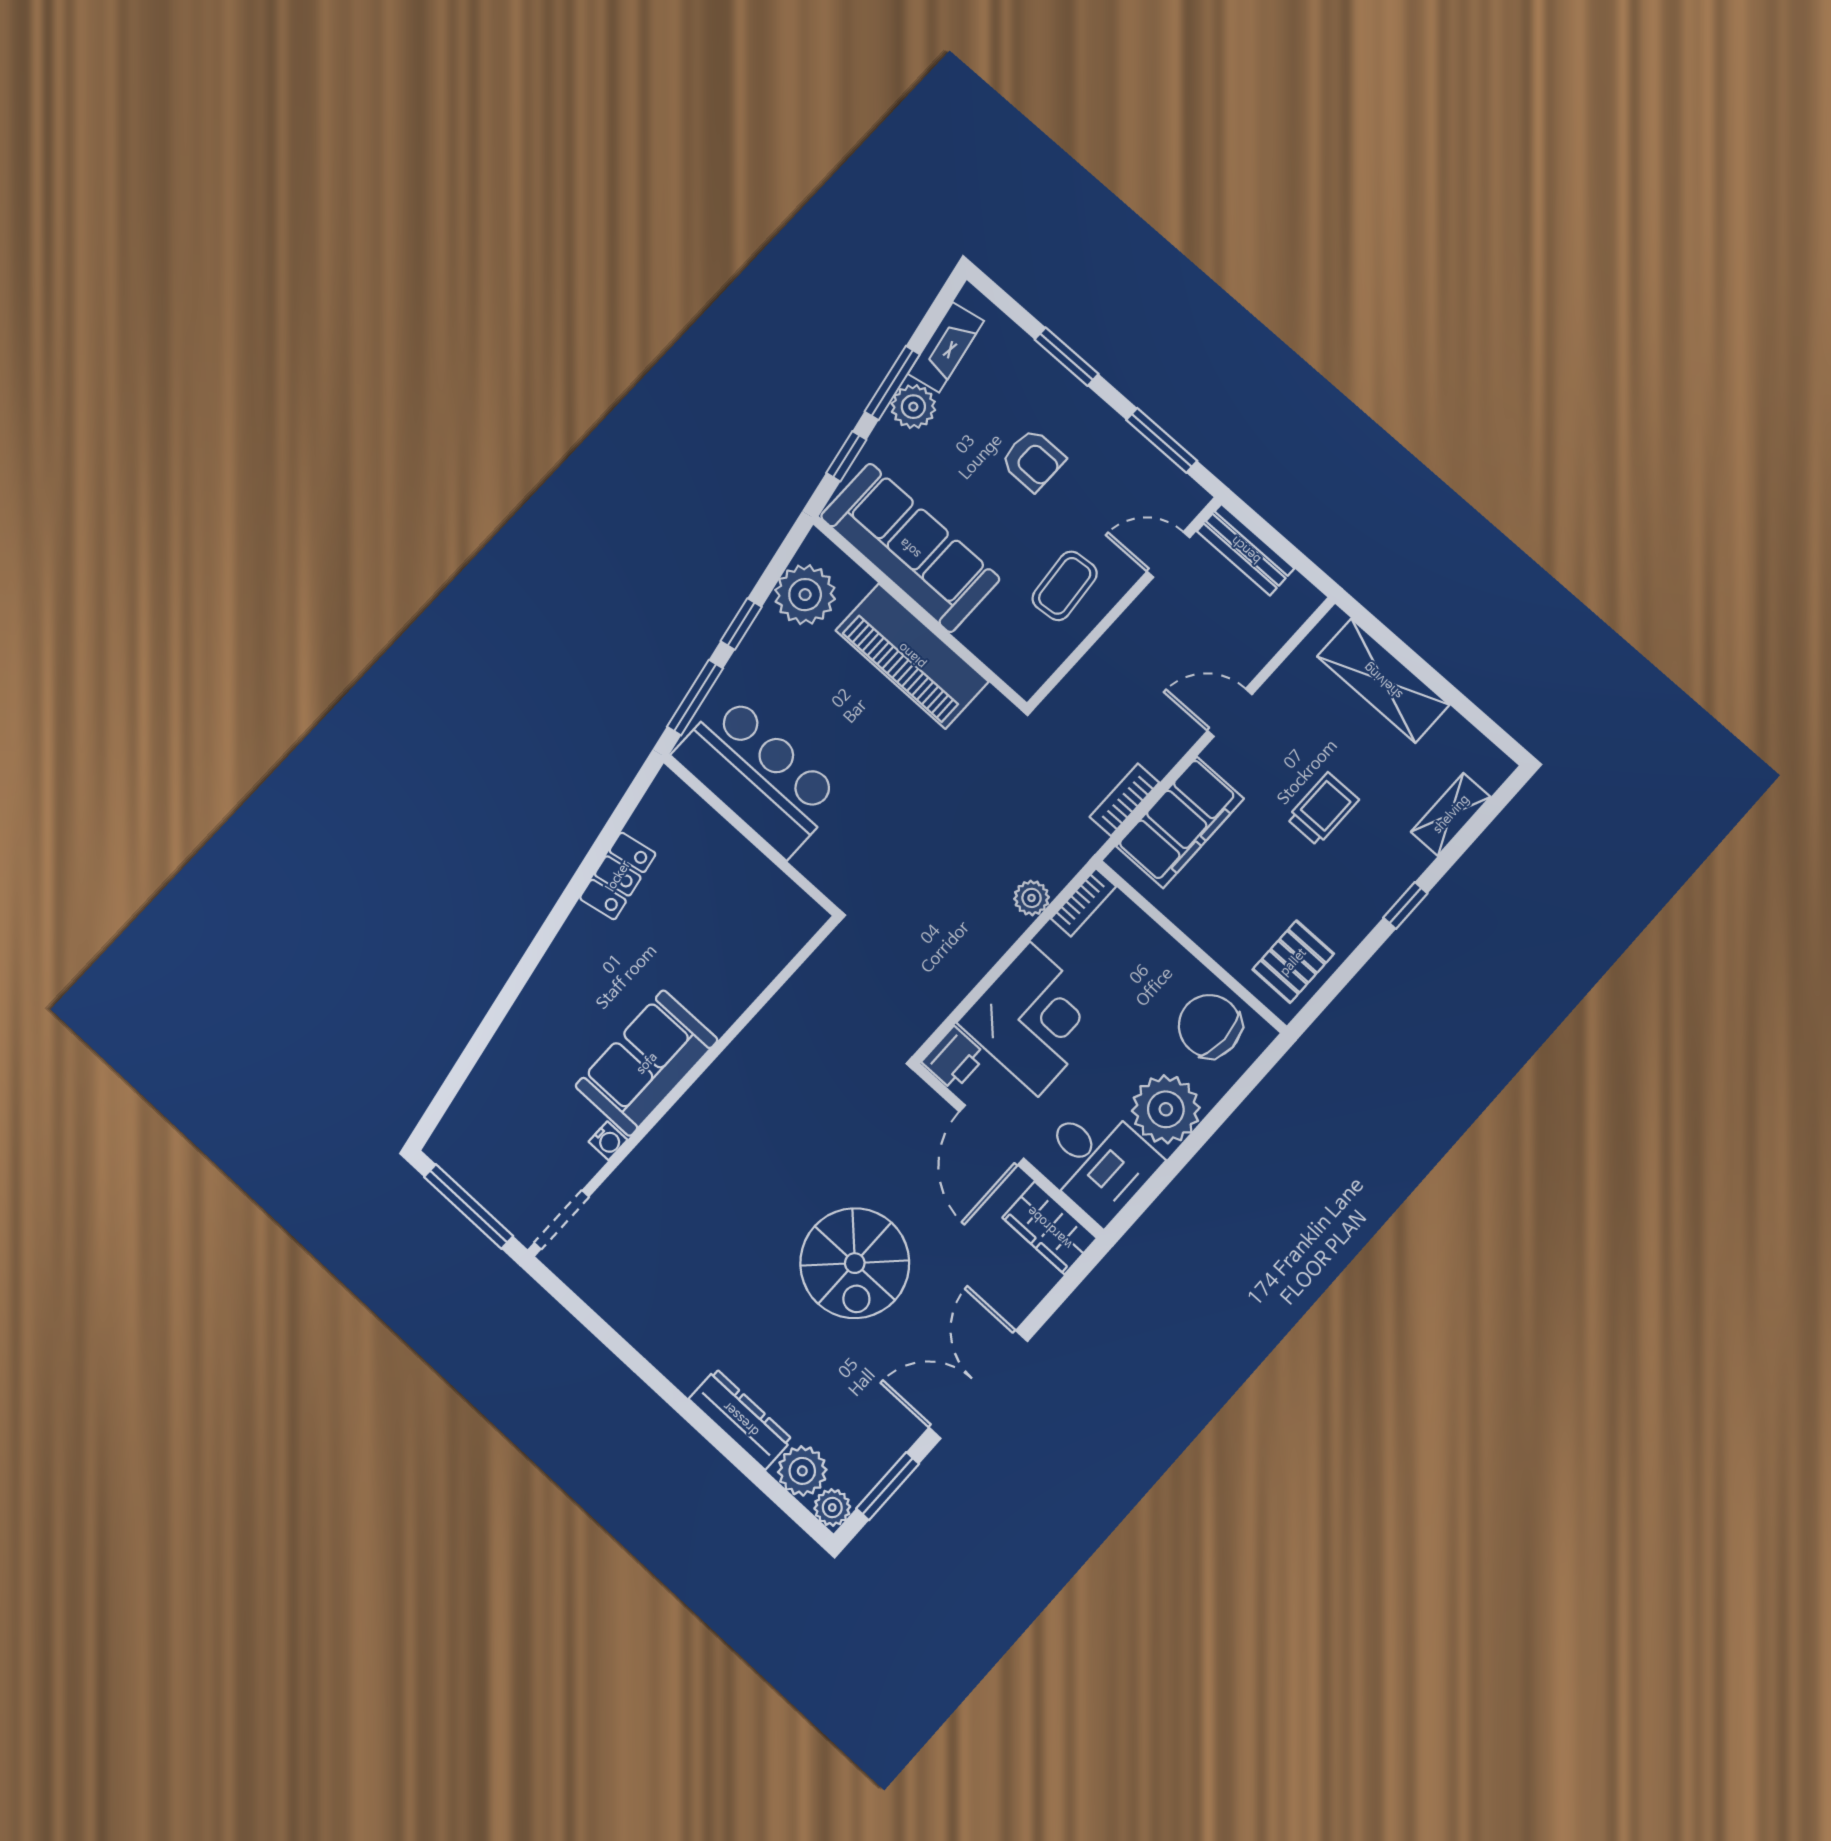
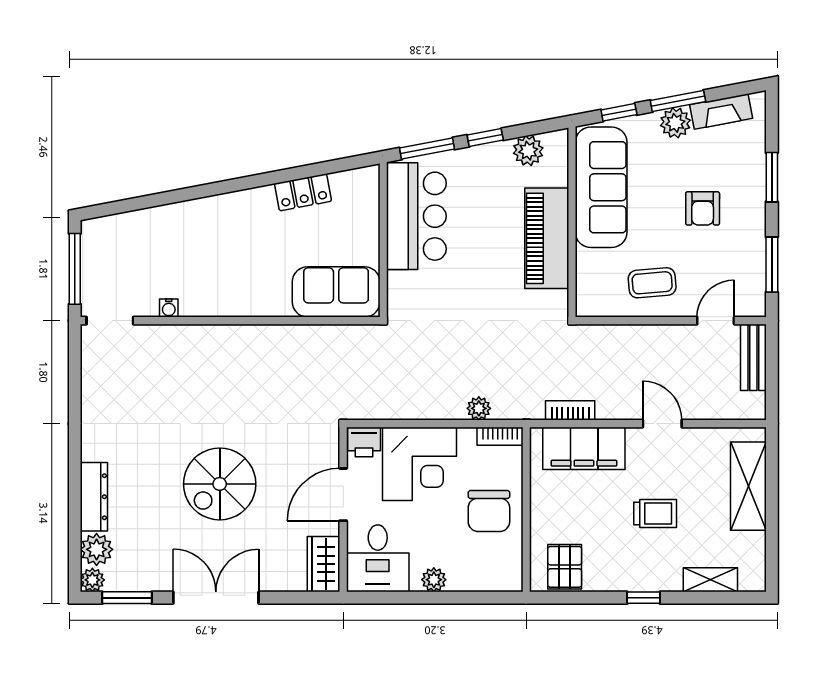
door: (1168, 555) -> (716, 321), hinge flipped
plant: (805, 595) -> (528, 151), width x0.73, depth x0.73
pallet: (1293, 962) -> (565, 567), turned 90
chair: (1210, 1026) -> (489, 511), moved, turned 180
sofa: (647, 1063) -> (336, 292), moved
plant: (1166, 1109) -> (434, 580), width x0.53, depth x0.53

